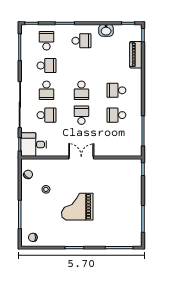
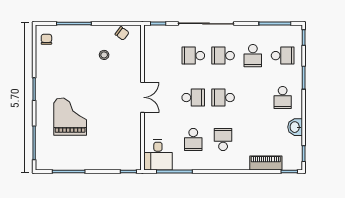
school desk: (46, 115) -> (193, 56), turned 90
school desk: (116, 115) -> (193, 139), turned 180
desk: (34, 145) -> (158, 155), moved, turned 180
grand piano: (77, 207) -> (70, 117), moved

